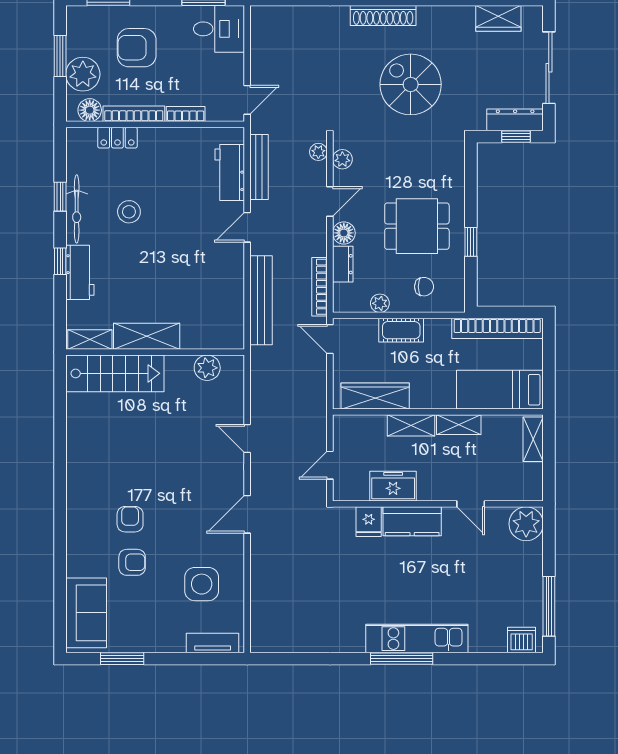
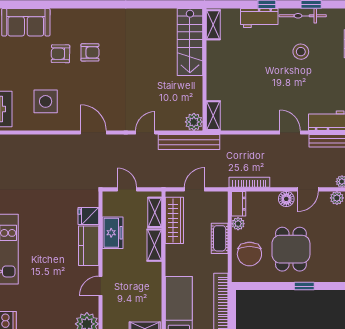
door: (330, 202) -> (308, 189), hinge flipped
window: (471, 242) -> (304, 286), moved
dresser: (343, 264) -> (239, 204), moved, turned -90
chair: (424, 287) -> (249, 254), width x1.87, depth x1.87
bench: (261, 300) -> (189, 142), moved
shelving: (147, 336) -> (213, 116), moved, width x0.67, depth x0.75
door: (330, 339) -> (194, 189), moved
plant: (207, 368) -> (194, 122), moved
shelving: (459, 425) -> (155, 212), moved
armchair: (132, 562) -> (60, 54), turned 91

